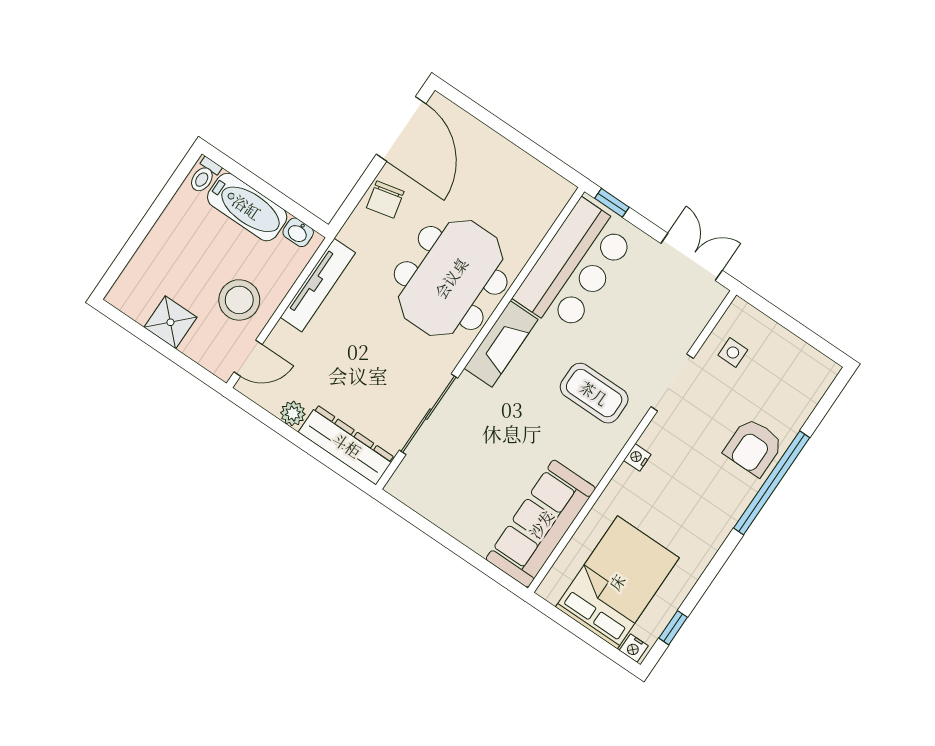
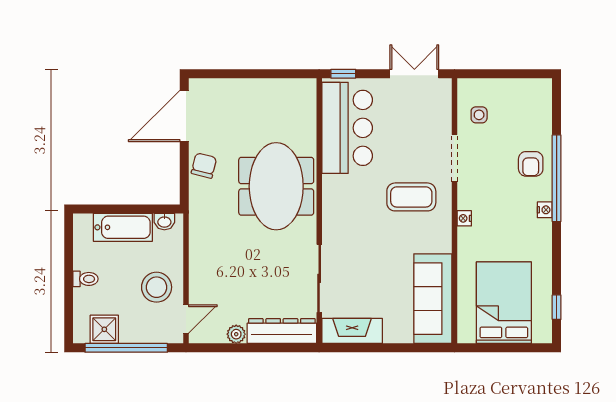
door: (401, 129) -> (184, 116), swing flipped
toilet: (204, 176) -> (86, 279), moved, turned -90
chair: (385, 200) -> (204, 166), turned -153
tv unit: (318, 285) -> (198, 246), removed
shower: (170, 322) -> (104, 329), moved
fireplace: (501, 344) -> (352, 331), moved, turned -90
window: (159, 345) -> (126, 348), added
armchair: (753, 447) -> (531, 164), width x0.72, depth x0.72
nightstand: (634, 648) -> (545, 210), moved, turned -90

